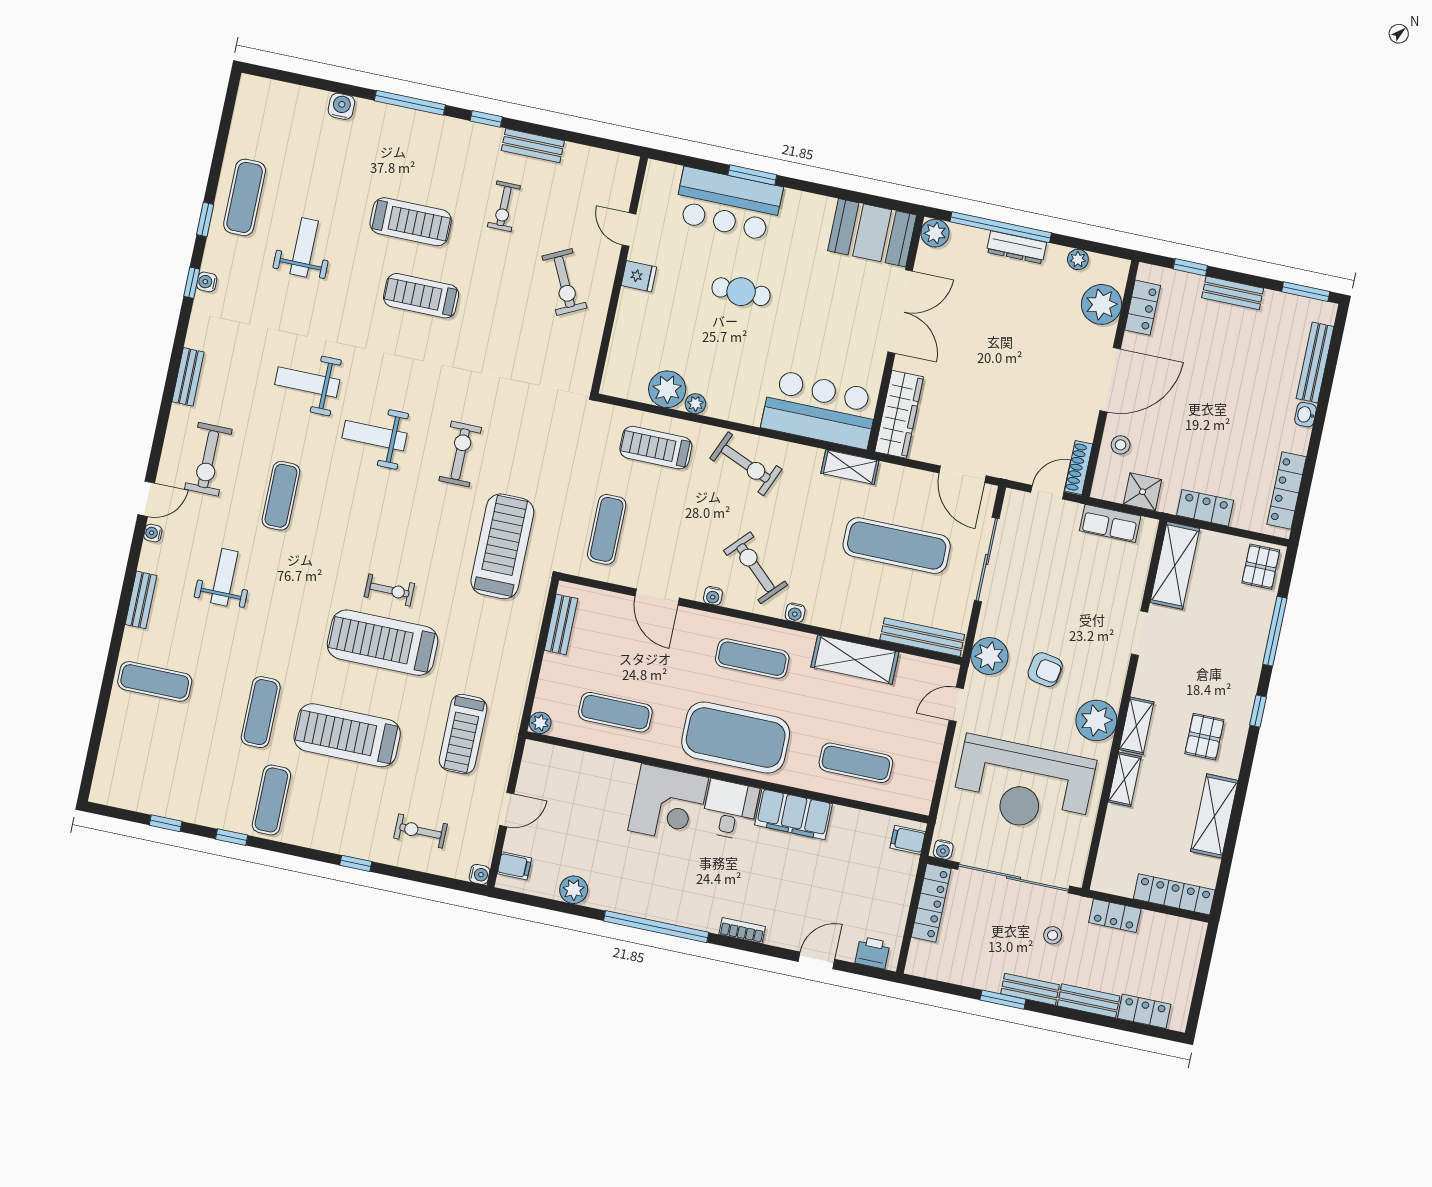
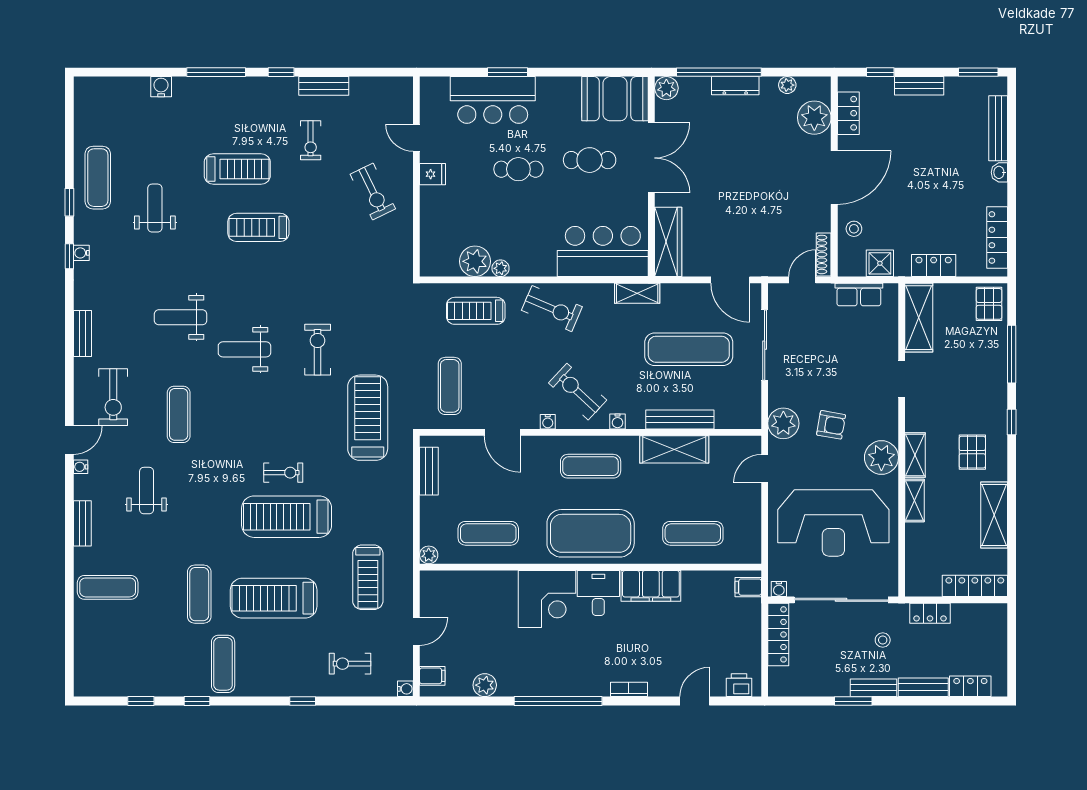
cafe table: (827, 299) -> (590, 160), added
bench: (922, 637) -> (680, 419), moved

